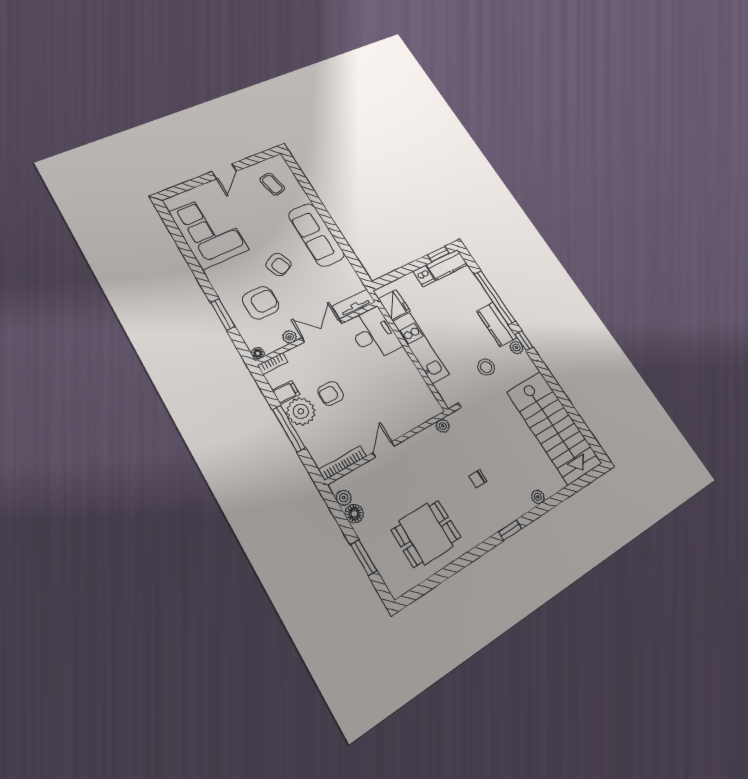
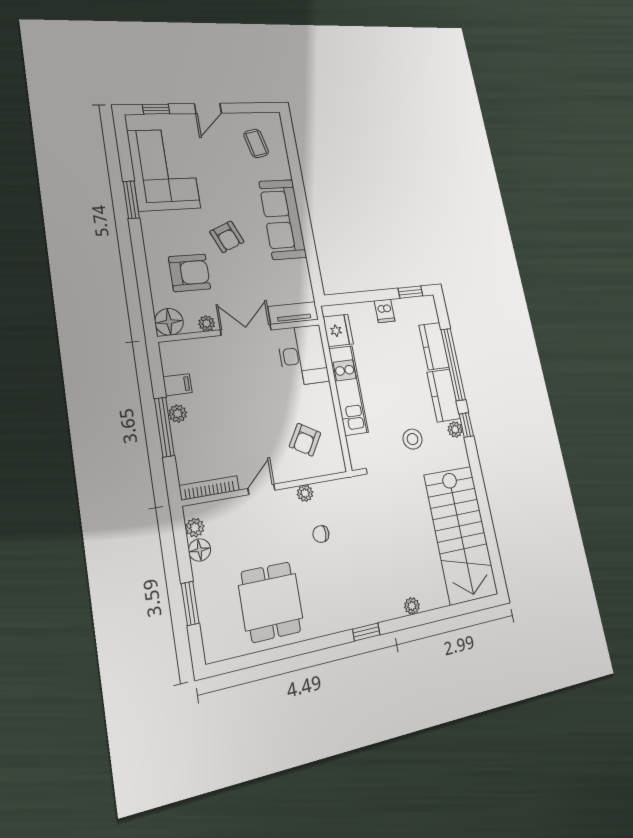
window: (185, 187) -> (156, 109), added
kitchen counter: (447, 265) -> (434, 346), moved, turned 90
window: (223, 314) -> (131, 200), moved
floor lamp: (258, 353) -> (169, 322), width x1.89, depth x1.89
bookcase: (273, 364) -> (176, 347), removed
armchair: (331, 393) -> (305, 440), moved, turned -59
plant: (301, 411) -> (178, 414), width x0.53, depth x0.53
plant: (443, 426) -> (305, 493), moved
chair: (478, 479) -> (321, 534), moved
dining table: (426, 534) -> (271, 602), turned 90

